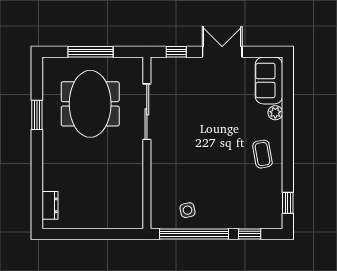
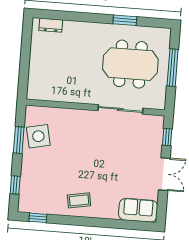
plant: (275, 113) -> (112, 213), removed
side table: (188, 210) -> (38, 136), width x1.87, depth x1.87
window: (194, 234) -> (19, 140), width x0.47

